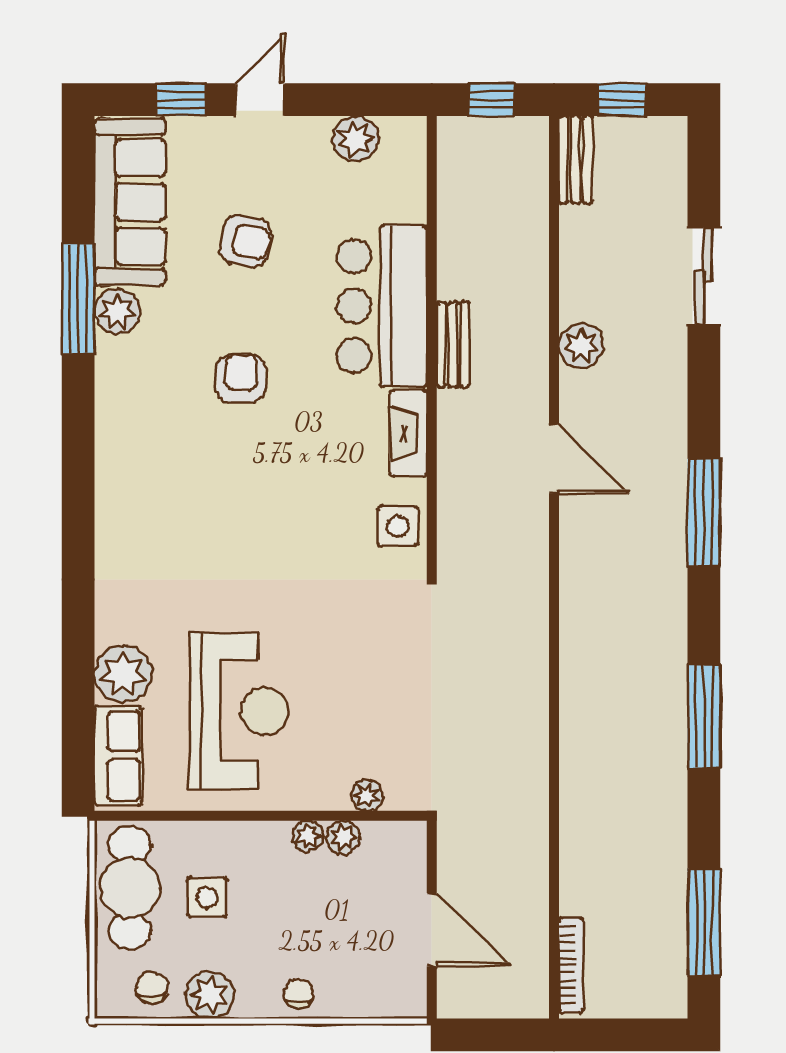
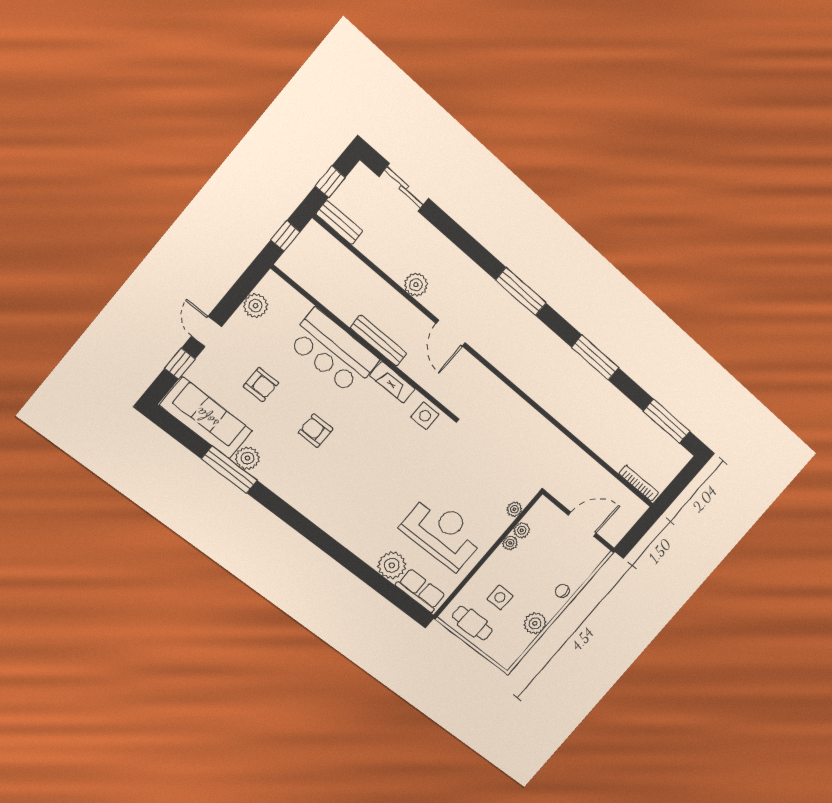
armchair: (245, 241) -> (261, 385), turned 79
sliding door: (704, 276) -> (404, 187), moved
bench: (453, 345) -> (379, 341), width x1.36
door: (554, 459) -> (451, 333), swing flipped
cafe table: (130, 888) -> (472, 623), width x0.73, depth x0.74
chair: (152, 987) -> (514, 642), removed

